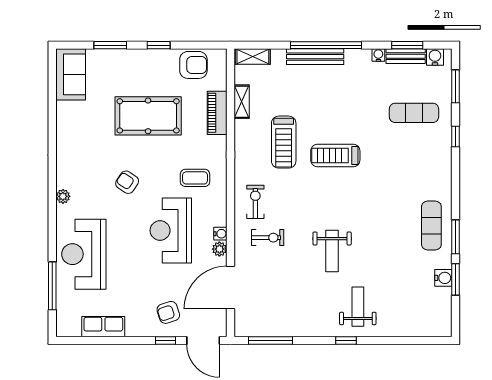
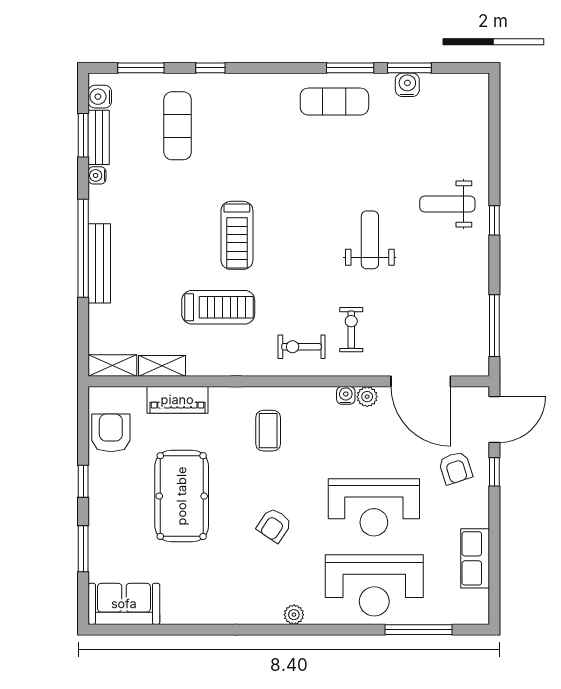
shelving: (253, 57) -> (112, 365), moved, turned 90
reception desk: (171, 231) -> (374, 507), moved
weight bench: (332, 251) -> (370, 240), turned -90

